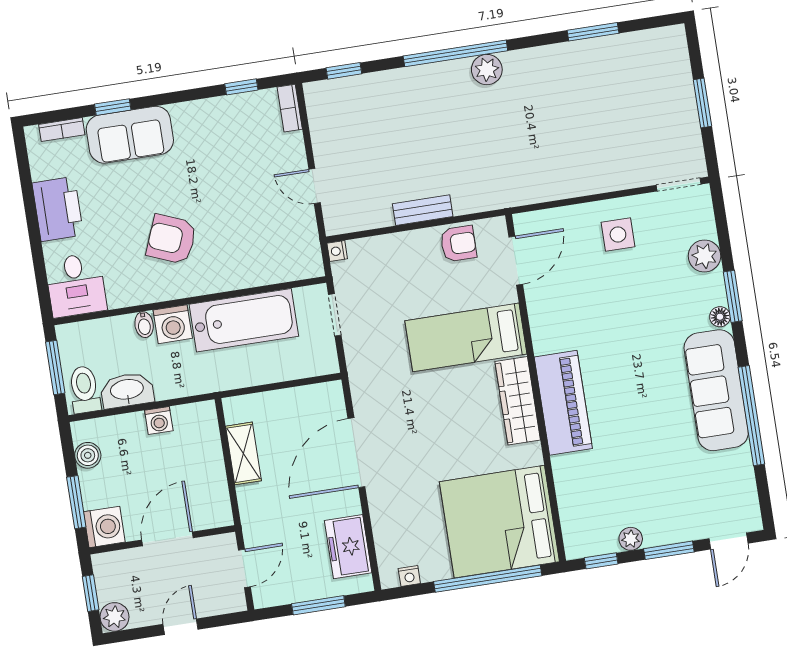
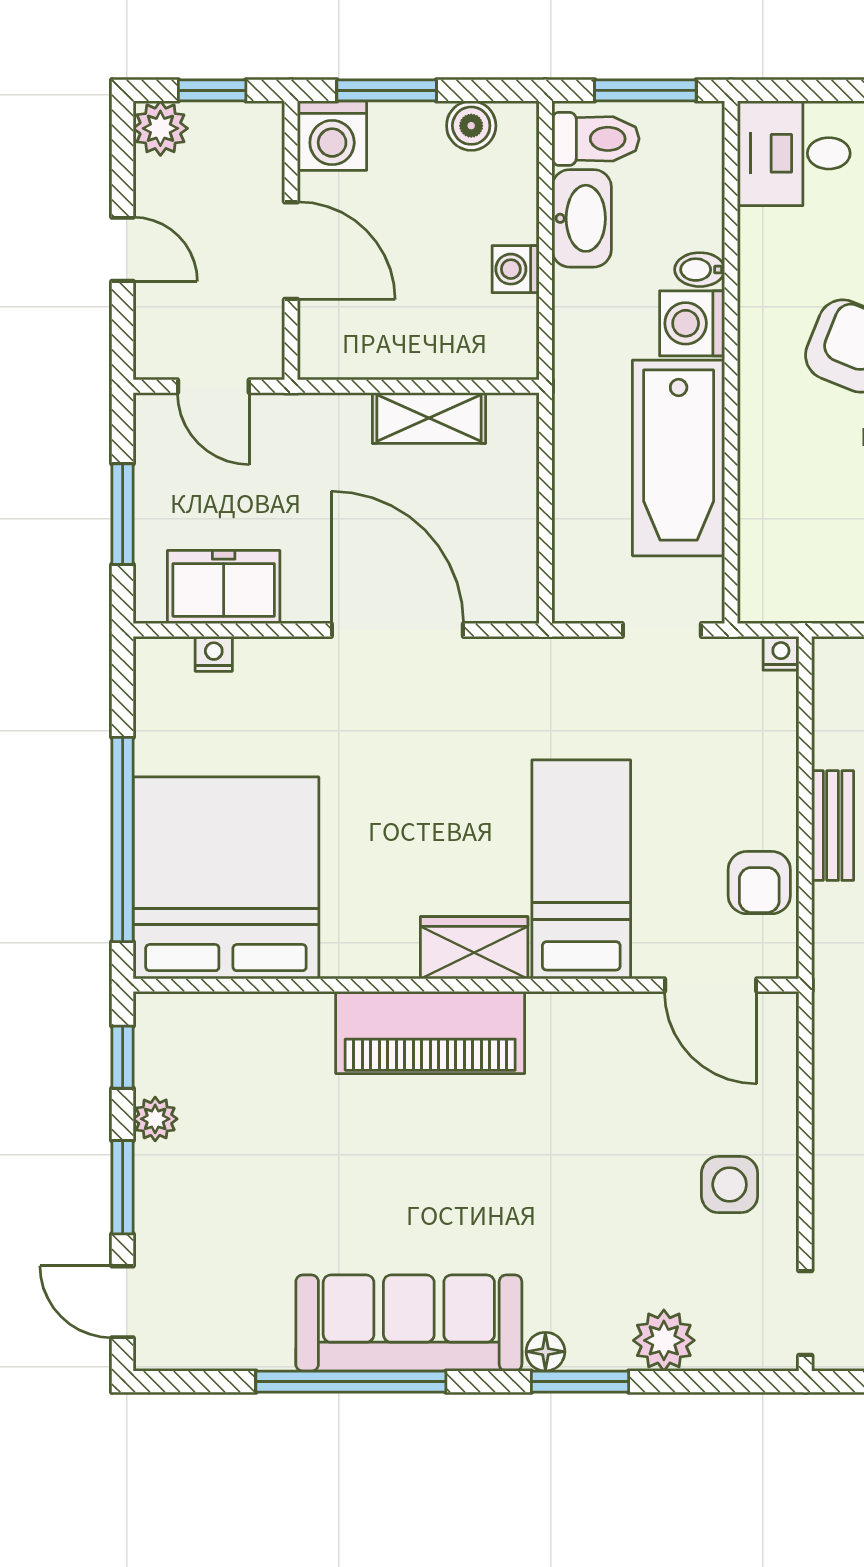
wardrobe: (518, 401) -> (474, 948), width x0.67
nightstand: (409, 576) -> (214, 654), moved, turned 90

